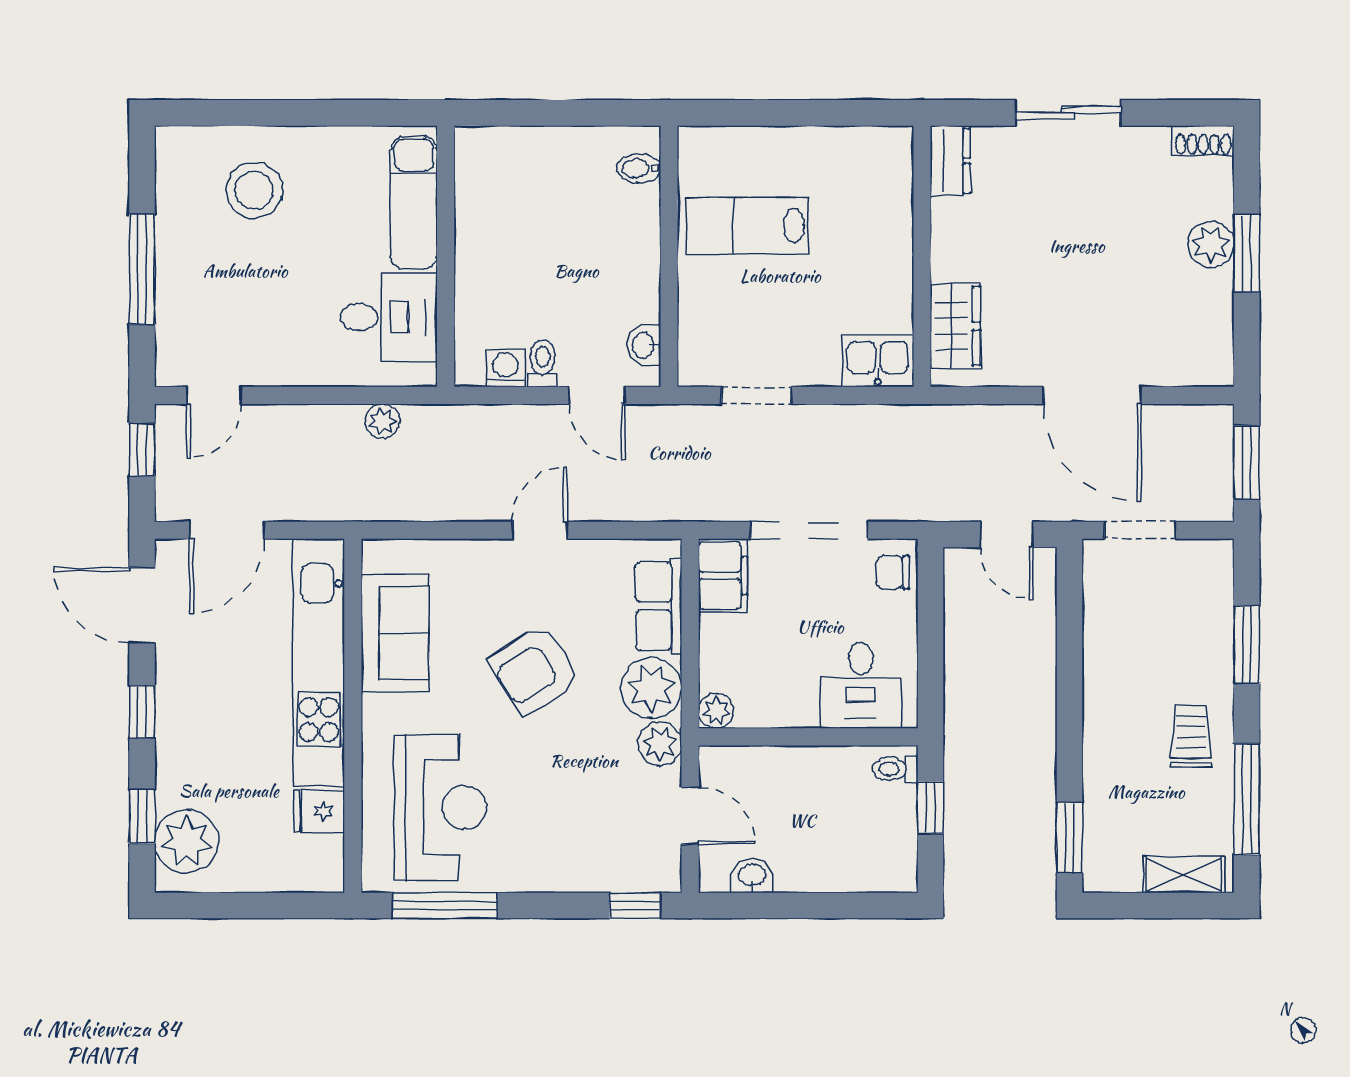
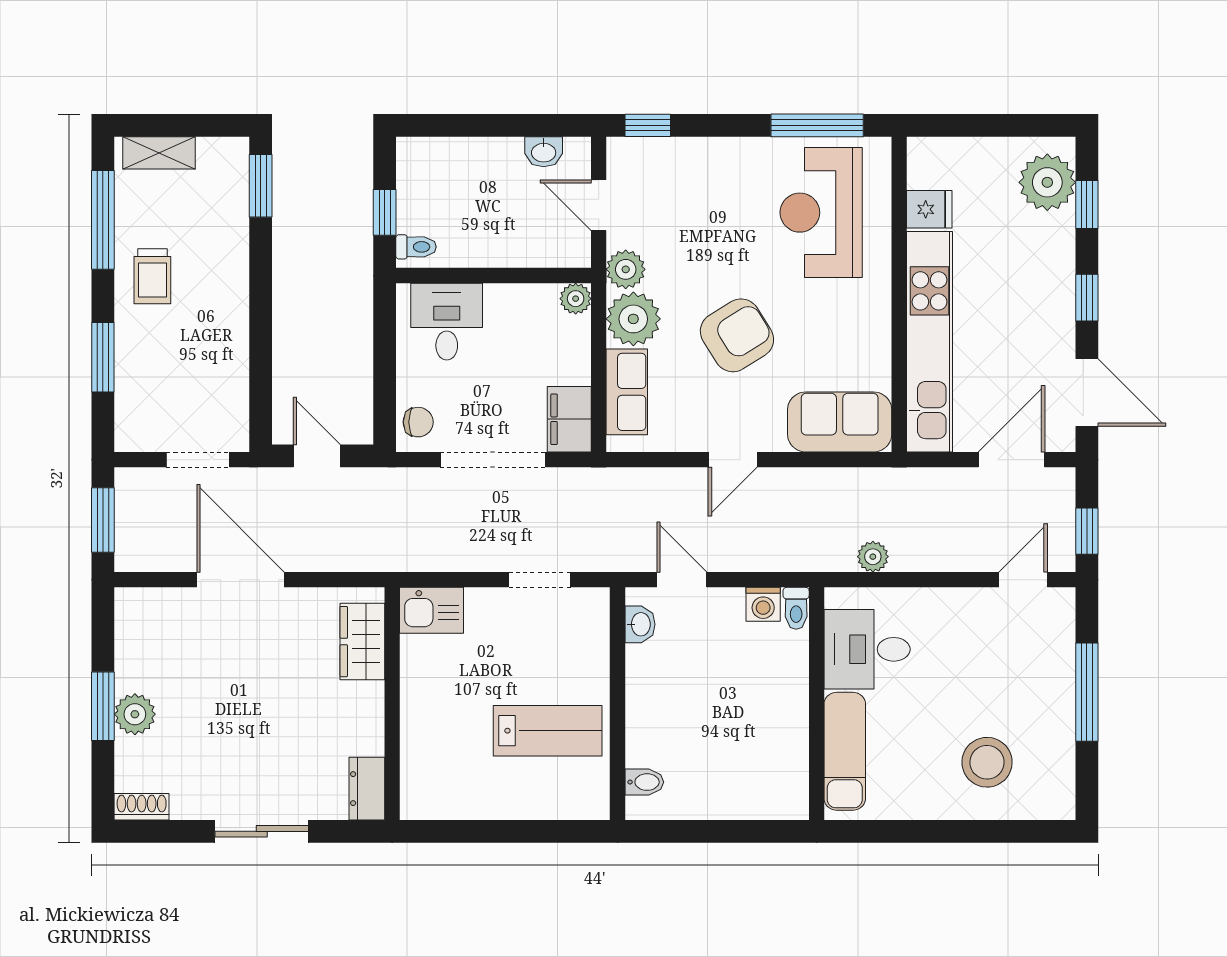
toilet: (543, 363) -> (796, 608), moved
sofa: (395, 633) -> (840, 422), moved, turned 90

